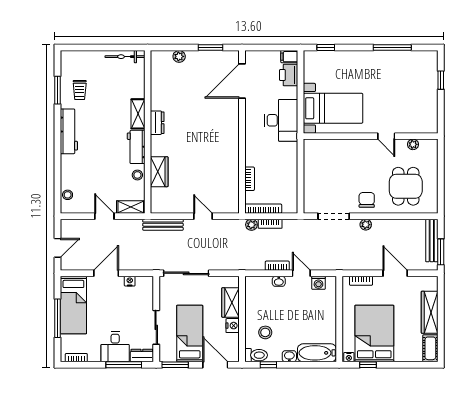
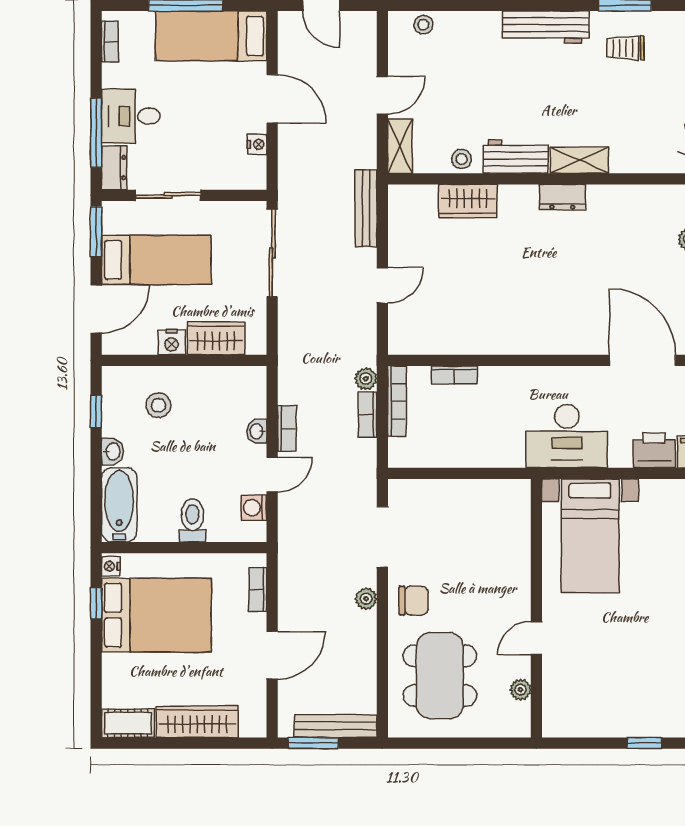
dining table: (406, 186) -> (440, 676), width x1.37
toilet: (256, 355) -> (192, 520), moved, turned 180

